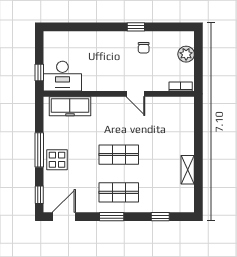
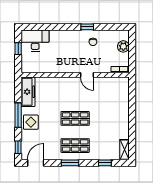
window: (39, 73) -> (18, 49), moved
desk: (62, 76) -> (35, 41), moved, turned 180
freezer: (70, 106) -> (28, 92), moved, turned -90
shelving: (188, 170) -> (124, 150), moved

